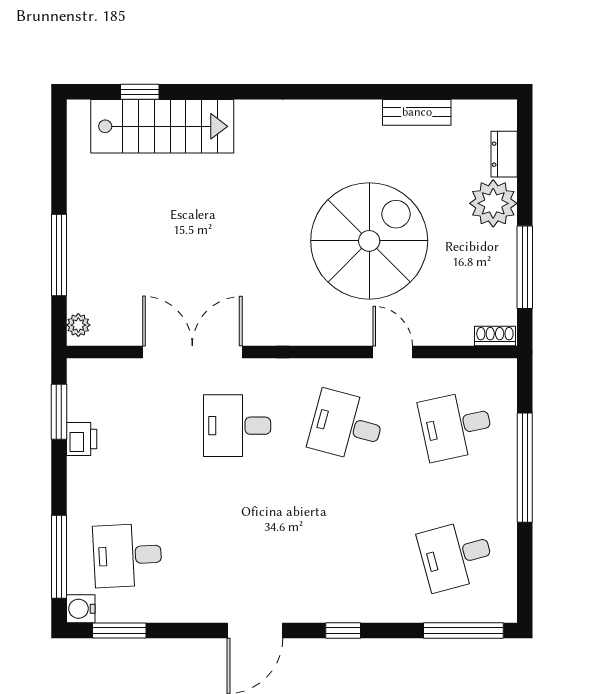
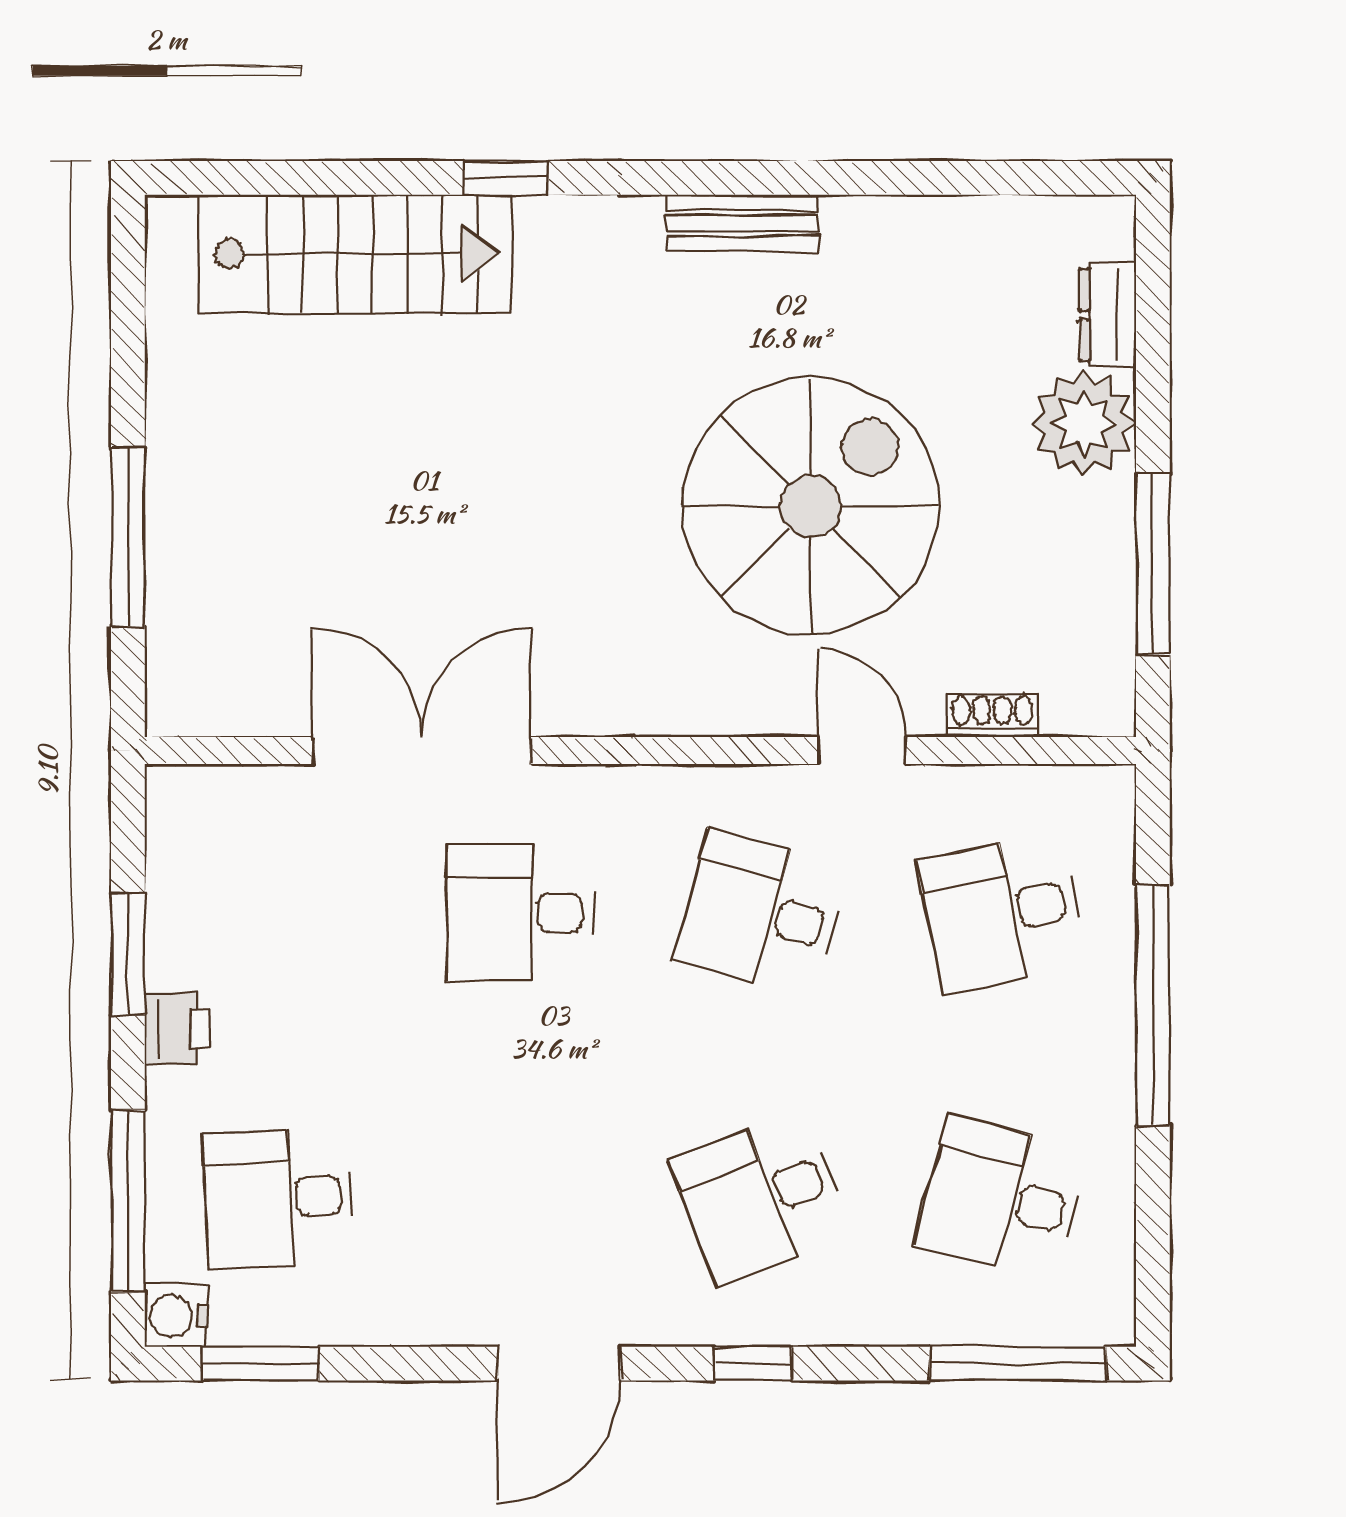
window: (140, 92) -> (506, 178), moved
bench: (417, 112) -> (742, 223), moved
plant: (78, 325) -> (170, 691), removed
shoe rack: (495, 336) -> (992, 715), moved
window: (59, 412) -> (128, 954), moved
printer: (82, 439) -> (178, 1029), moved
desk: (347, 555) -> (761, 1198), added
desk: (456, 555) -> (1002, 1198), turned 30

